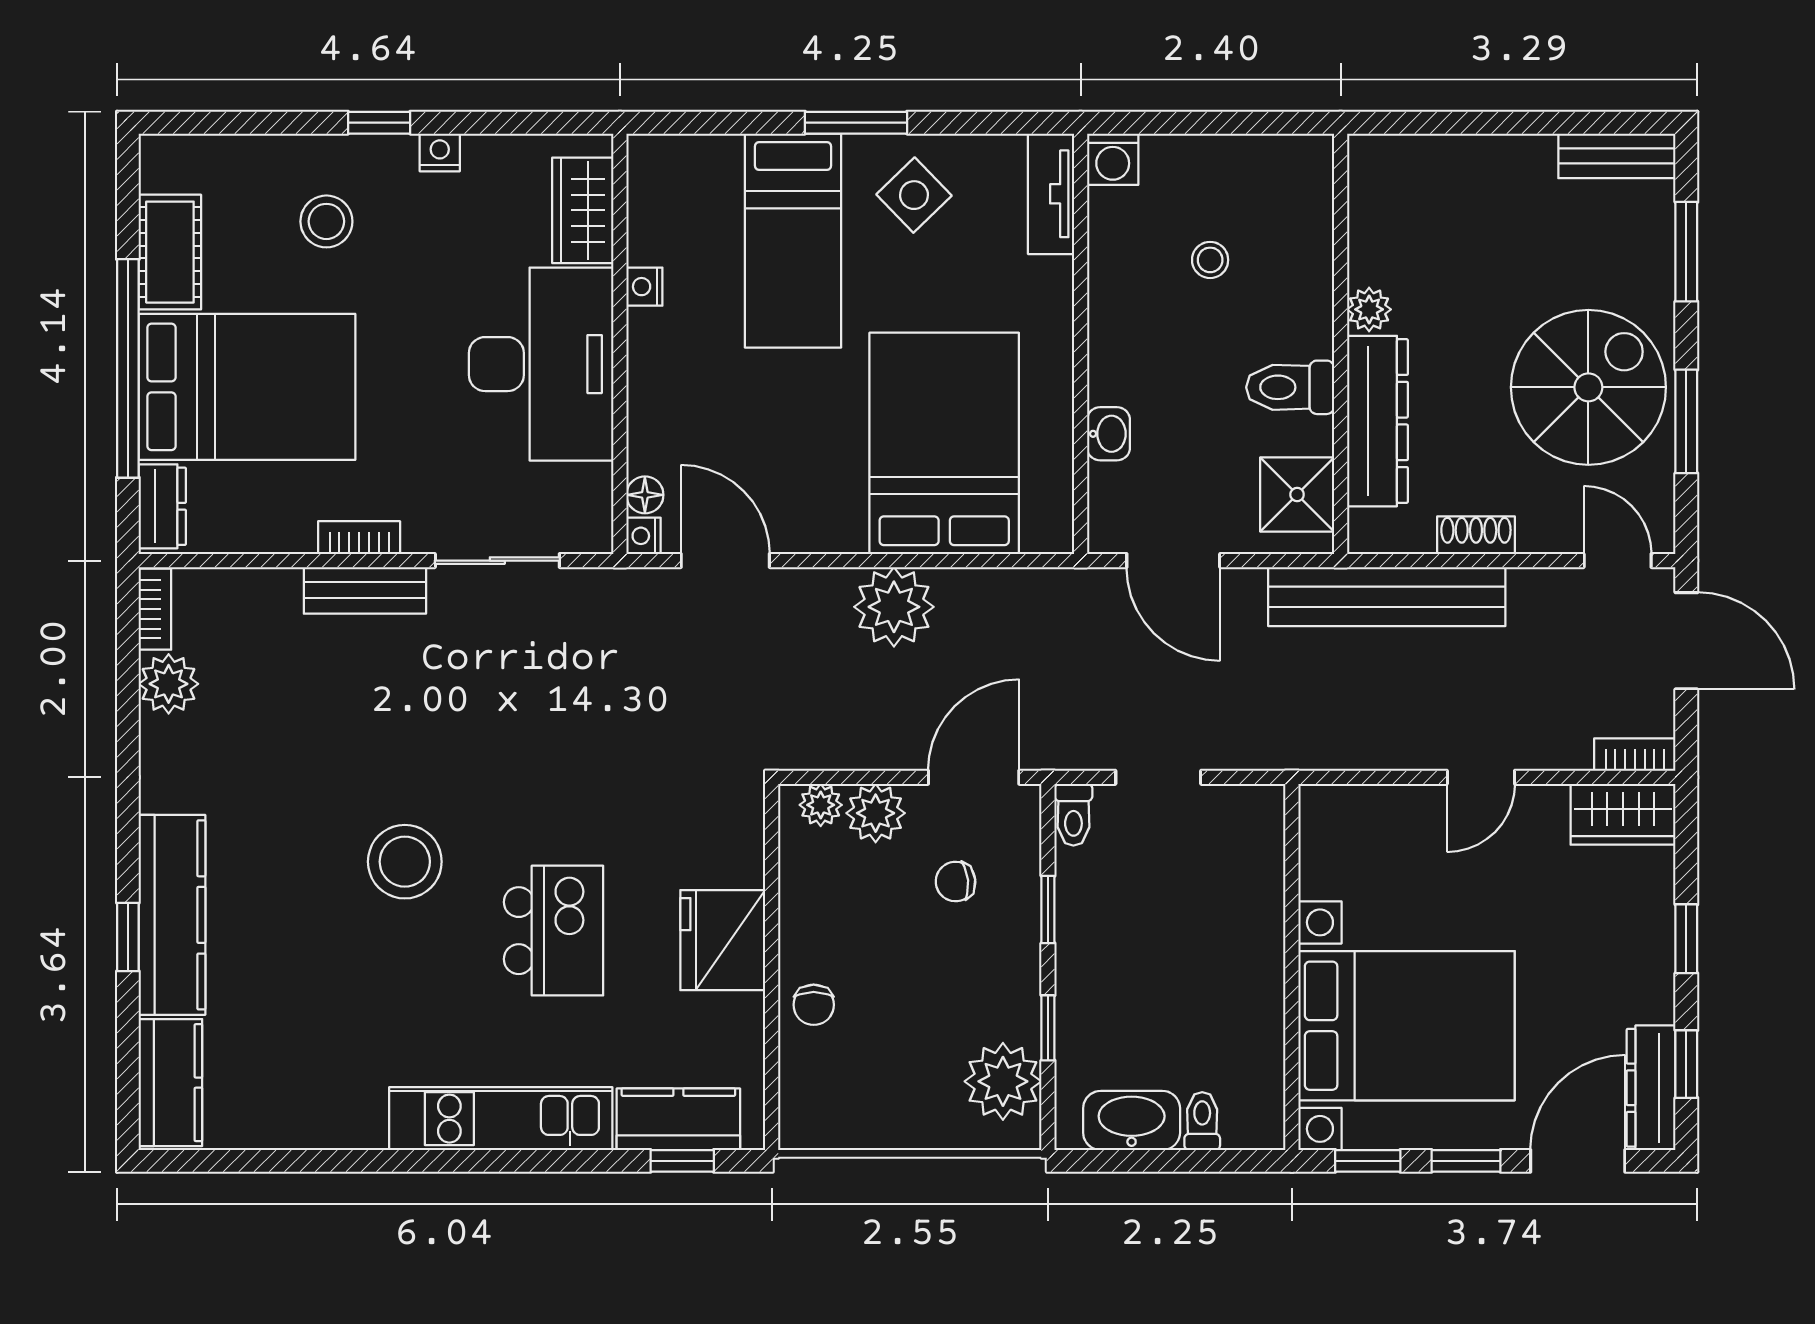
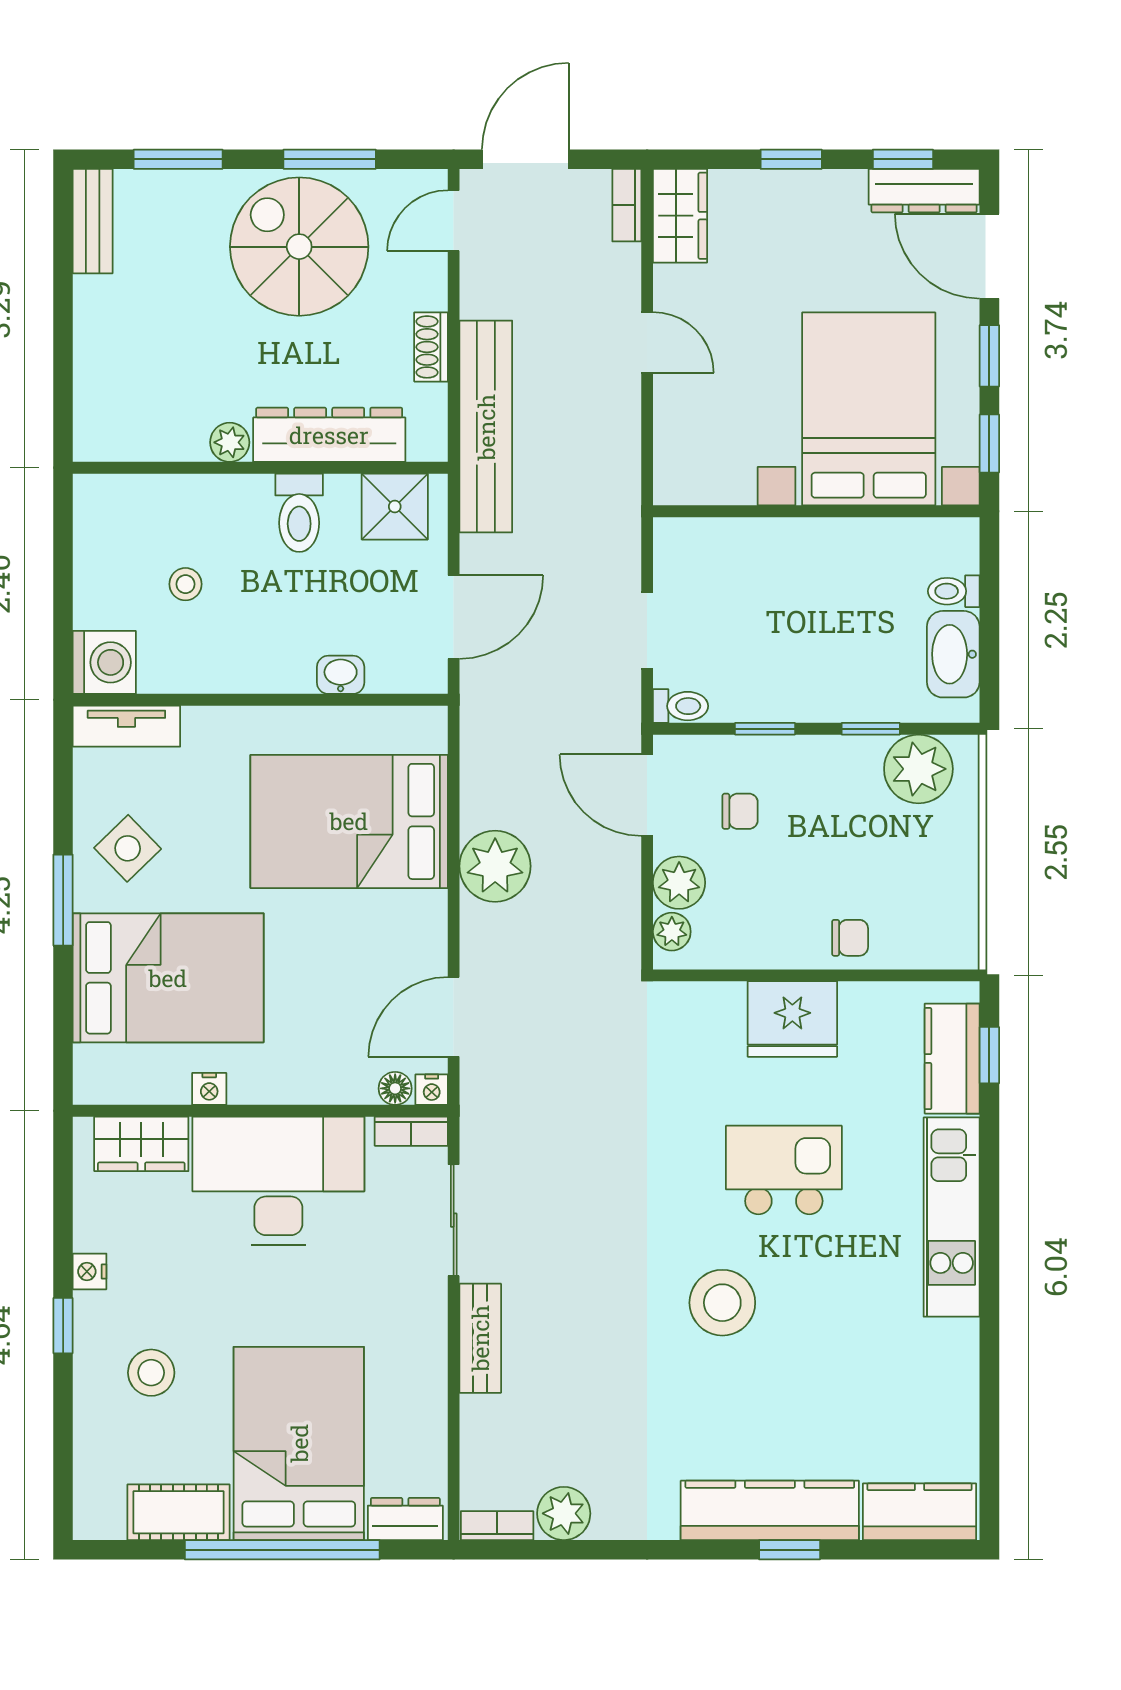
washing machine: (1113, 159) -> (104, 662), width x1.38, depth x1.38
bed: (793, 241) -> (168, 978), width x1.50
bookcase: (359, 538) -> (411, 1131), moved, turned -90
chair: (956, 881) -> (740, 811), turned -84

